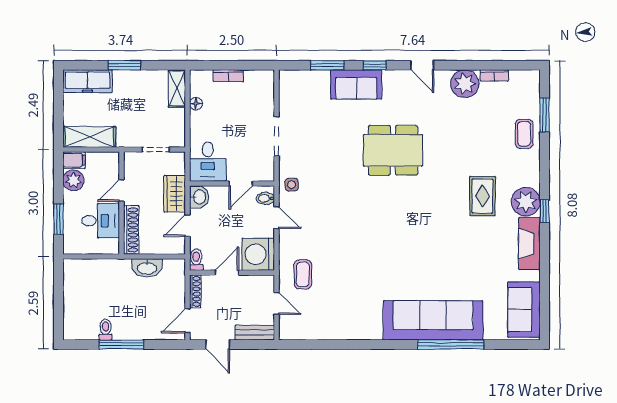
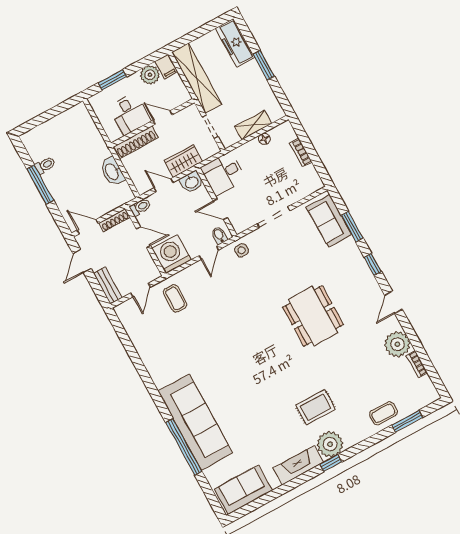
sofa: (356, 84) -> (329, 221), moved
shelving: (177, 88) -> (253, 125), moved
shelving: (89, 137) -> (197, 78), width x1.47
coffee table: (303, 274) -> (175, 298), turned 90

